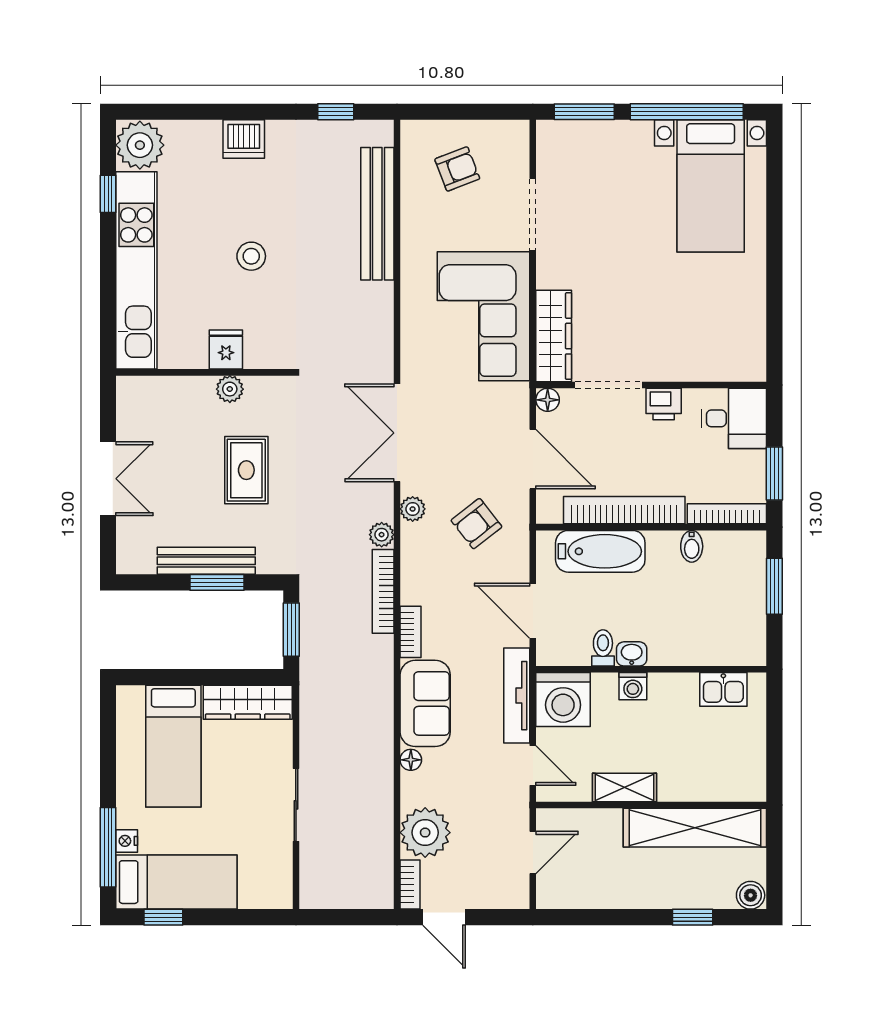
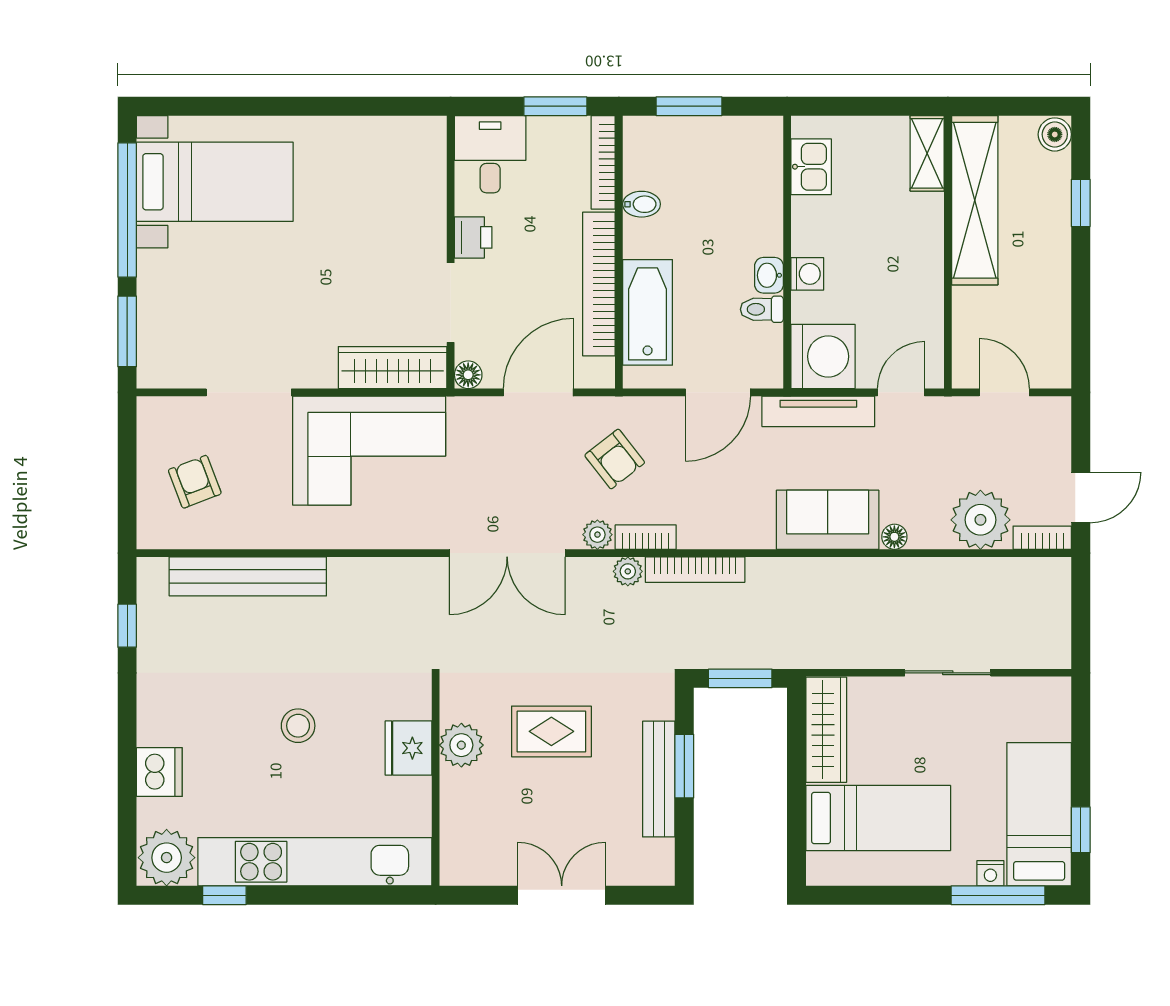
dishwasher: (244, 139) -> (159, 772), moved
fridge: (226, 350) -> (409, 748), width x1.38
plant: (230, 389) -> (461, 745), width x1.38, depth x1.38
bookcase: (410, 632) -> (646, 537), moved
shelving: (625, 788) -> (927, 153), moved

